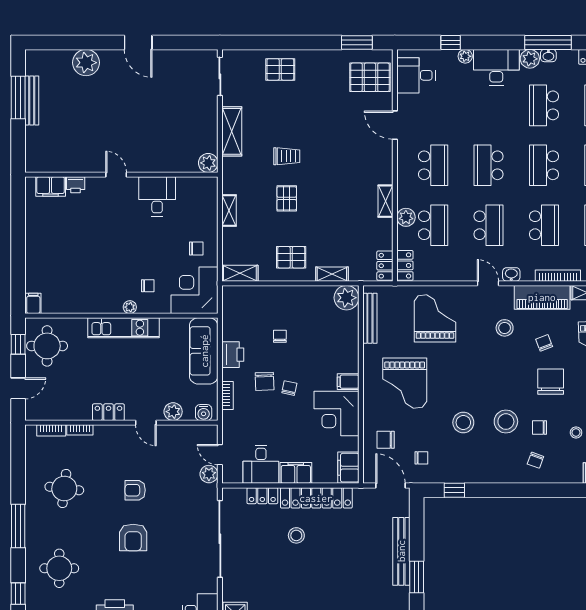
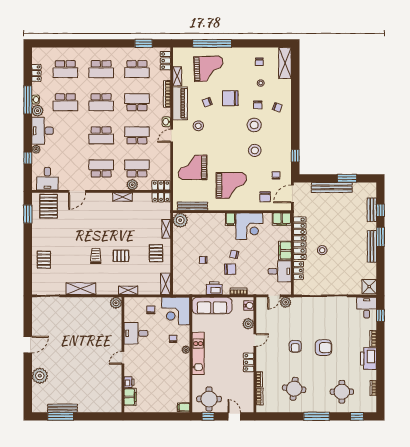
plant: (208, 163) -> (116, 303), moved
door: (116, 175) -> (123, 358), moved
wall: (121, 175) -> (123, 355), moved
printer: (76, 185) -> (129, 382), moved
filing cabinet: (51, 187) -> (130, 397), moved
desk: (157, 196) -> (136, 333), moved

